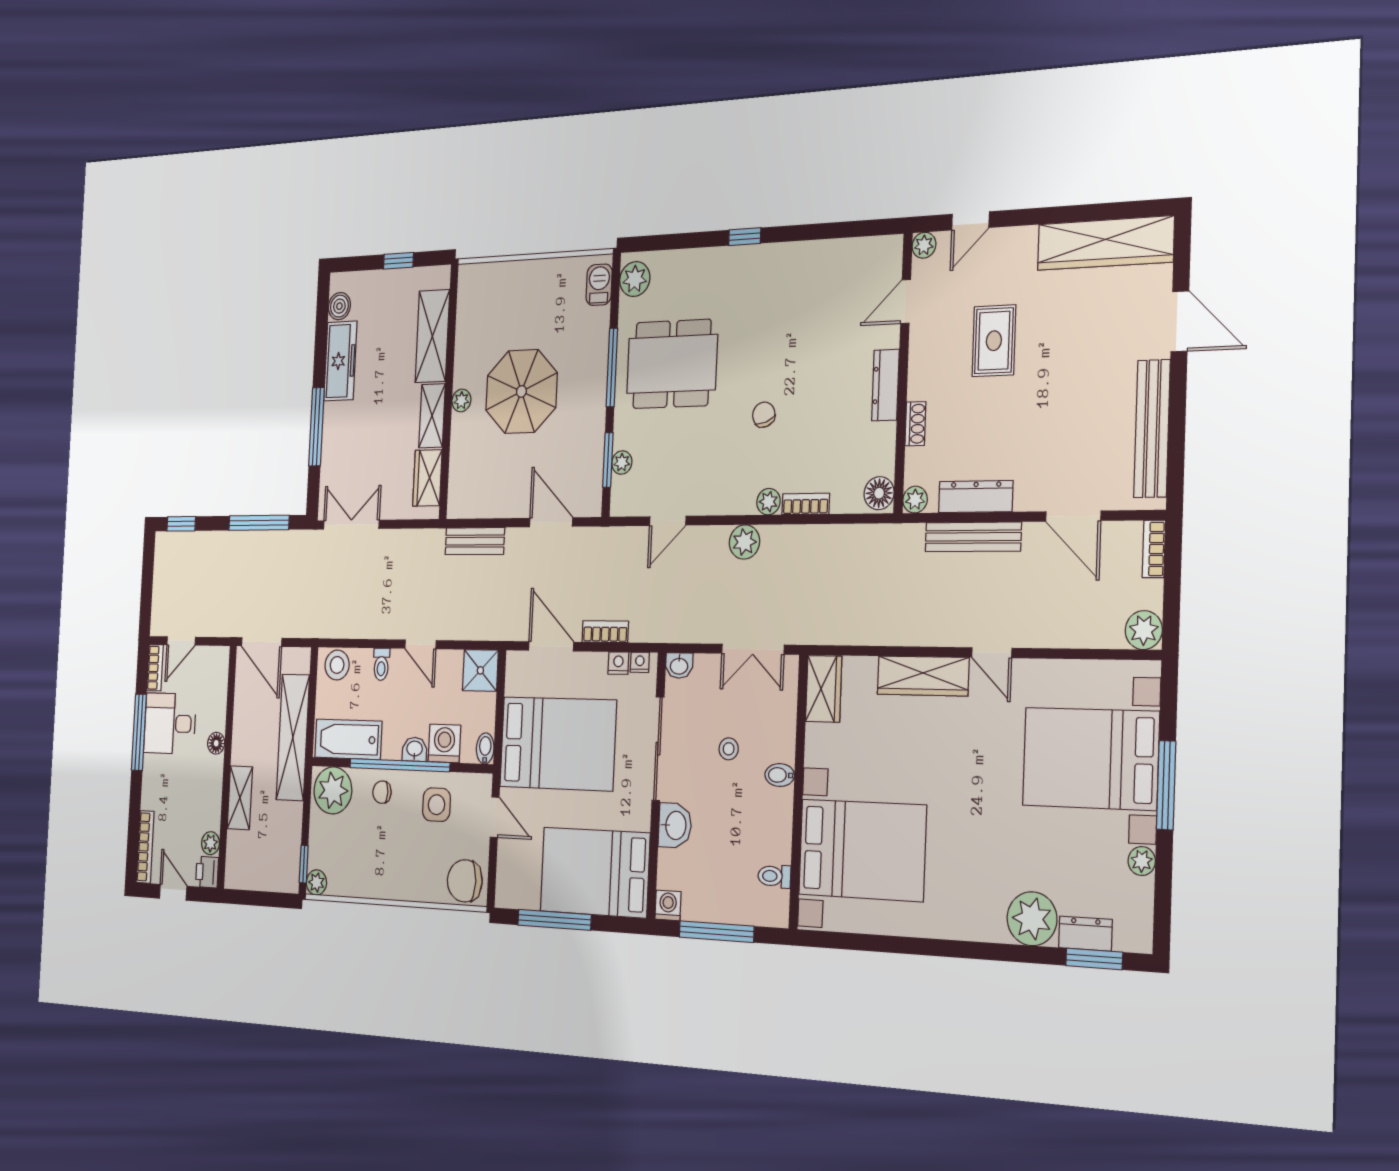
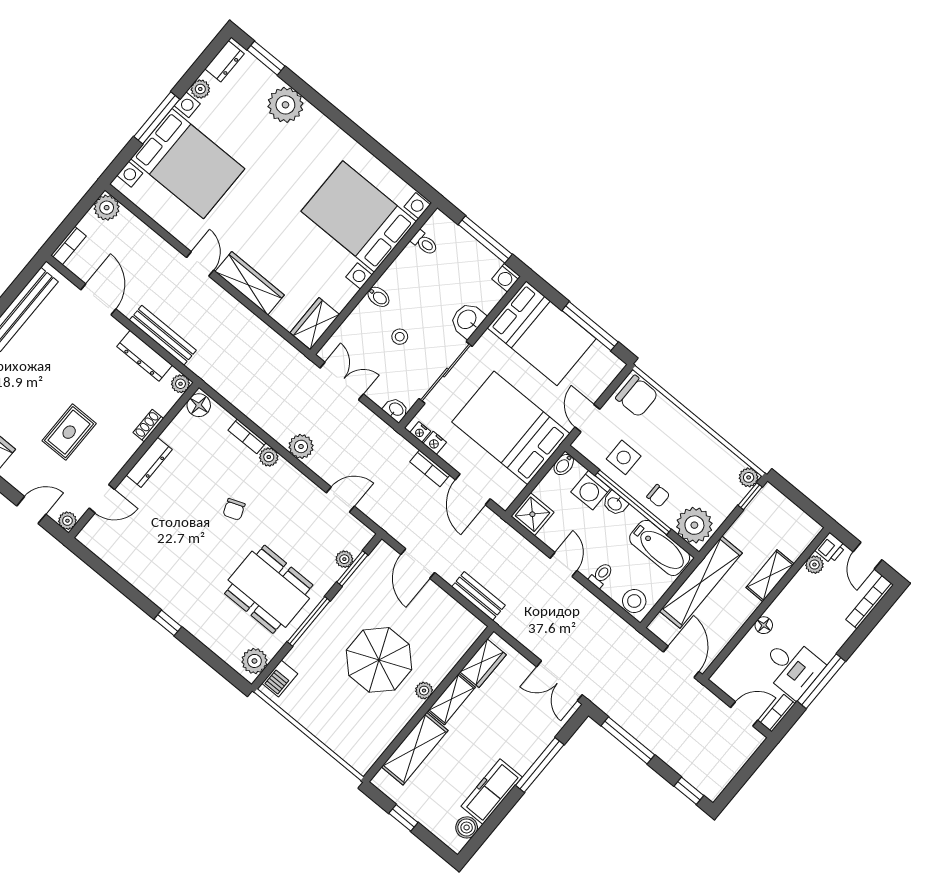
dresser: (1085, 934) -> (225, 61), moved, turned -90

